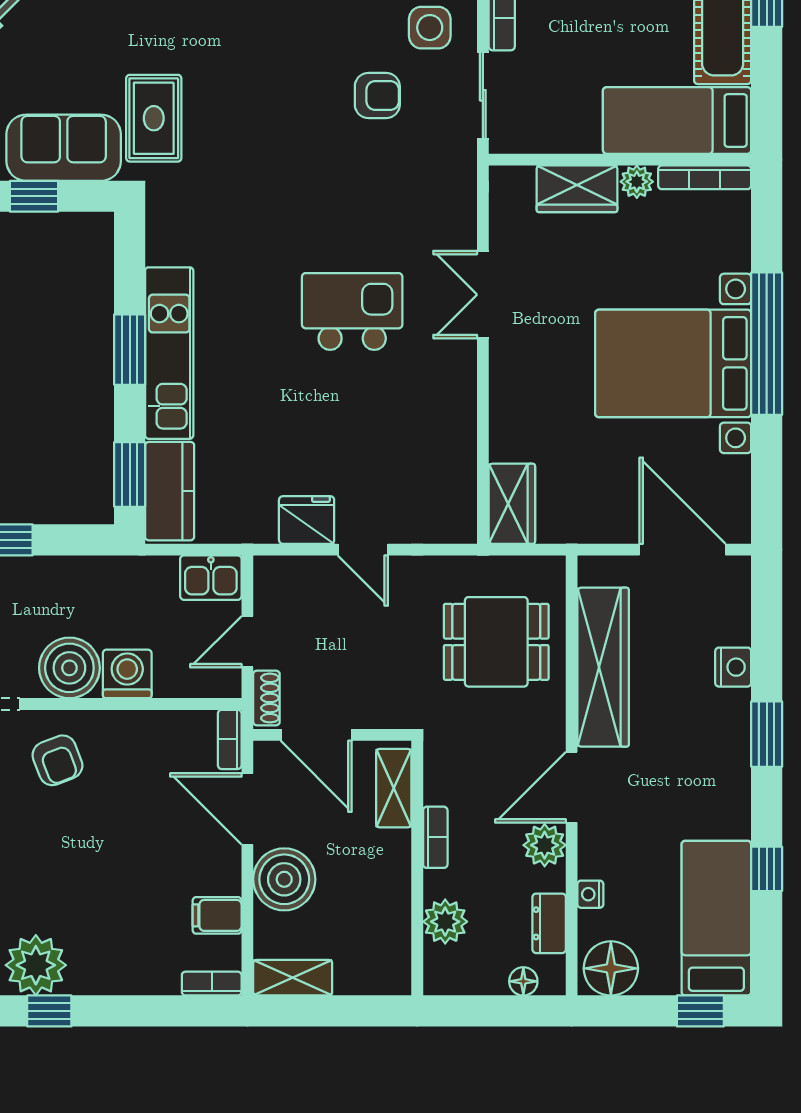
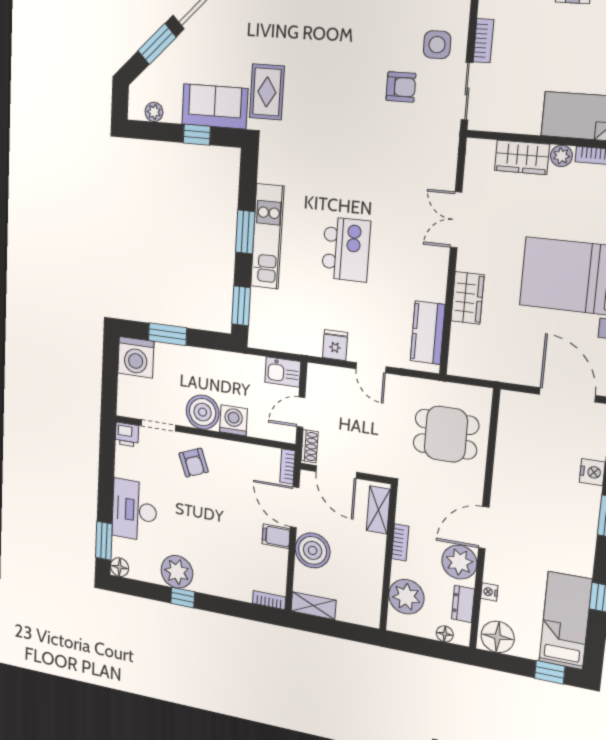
kitchen island: (352, 311) -> (346, 249), moved, turned 90
kitchen counter: (170, 491) -> (428, 333), moved, turned 180
wardrobe: (512, 504) -> (467, 298), moved
fridge: (307, 520) -> (335, 345), width x0.72
wardrobe: (603, 667) -> (510, 459), removed
plant: (545, 845) -> (459, 562), width x1.36, depth x1.36
filing cabinet: (217, 915) -> (276, 536), moved
plant: (445, 922) -> (406, 597), width x1.36, depth x1.36

